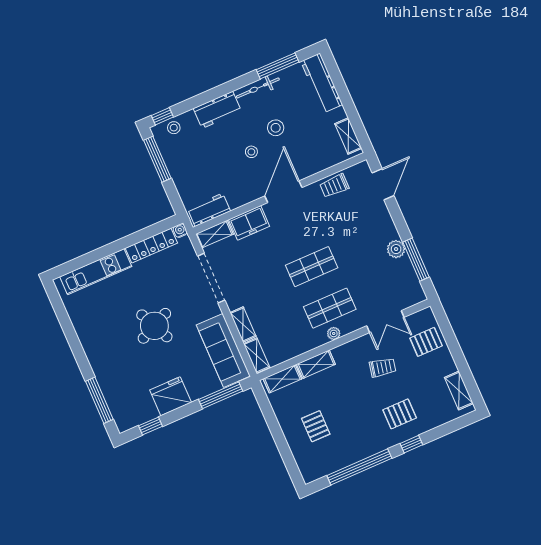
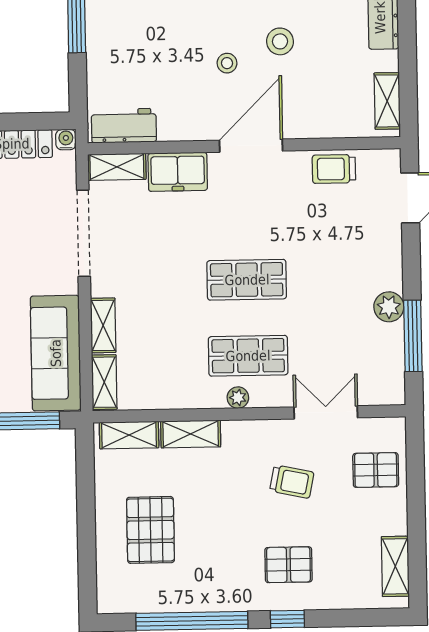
double door: (385, 322) -> (326, 412), swing flipped
pallet: (316, 426) -> (150, 530), width x1.50, depth x1.42

